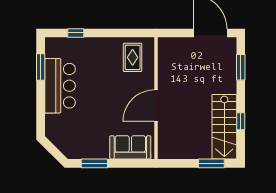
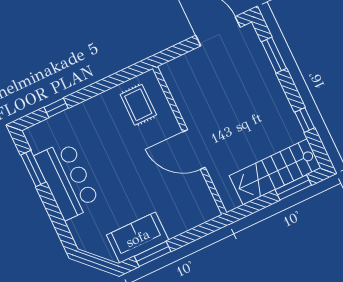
door: (156, 106) -> (194, 150), hinge flipped
stairs: (224, 127) -> (275, 172), moved, turned 90
sofa: (130, 147) -> (138, 238), moved

